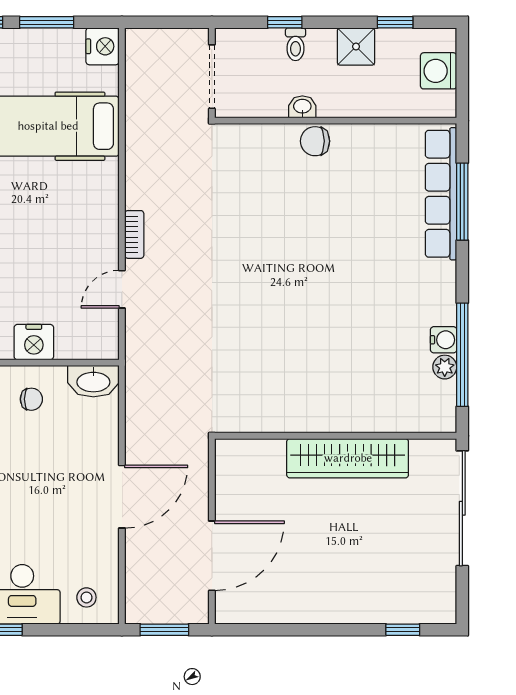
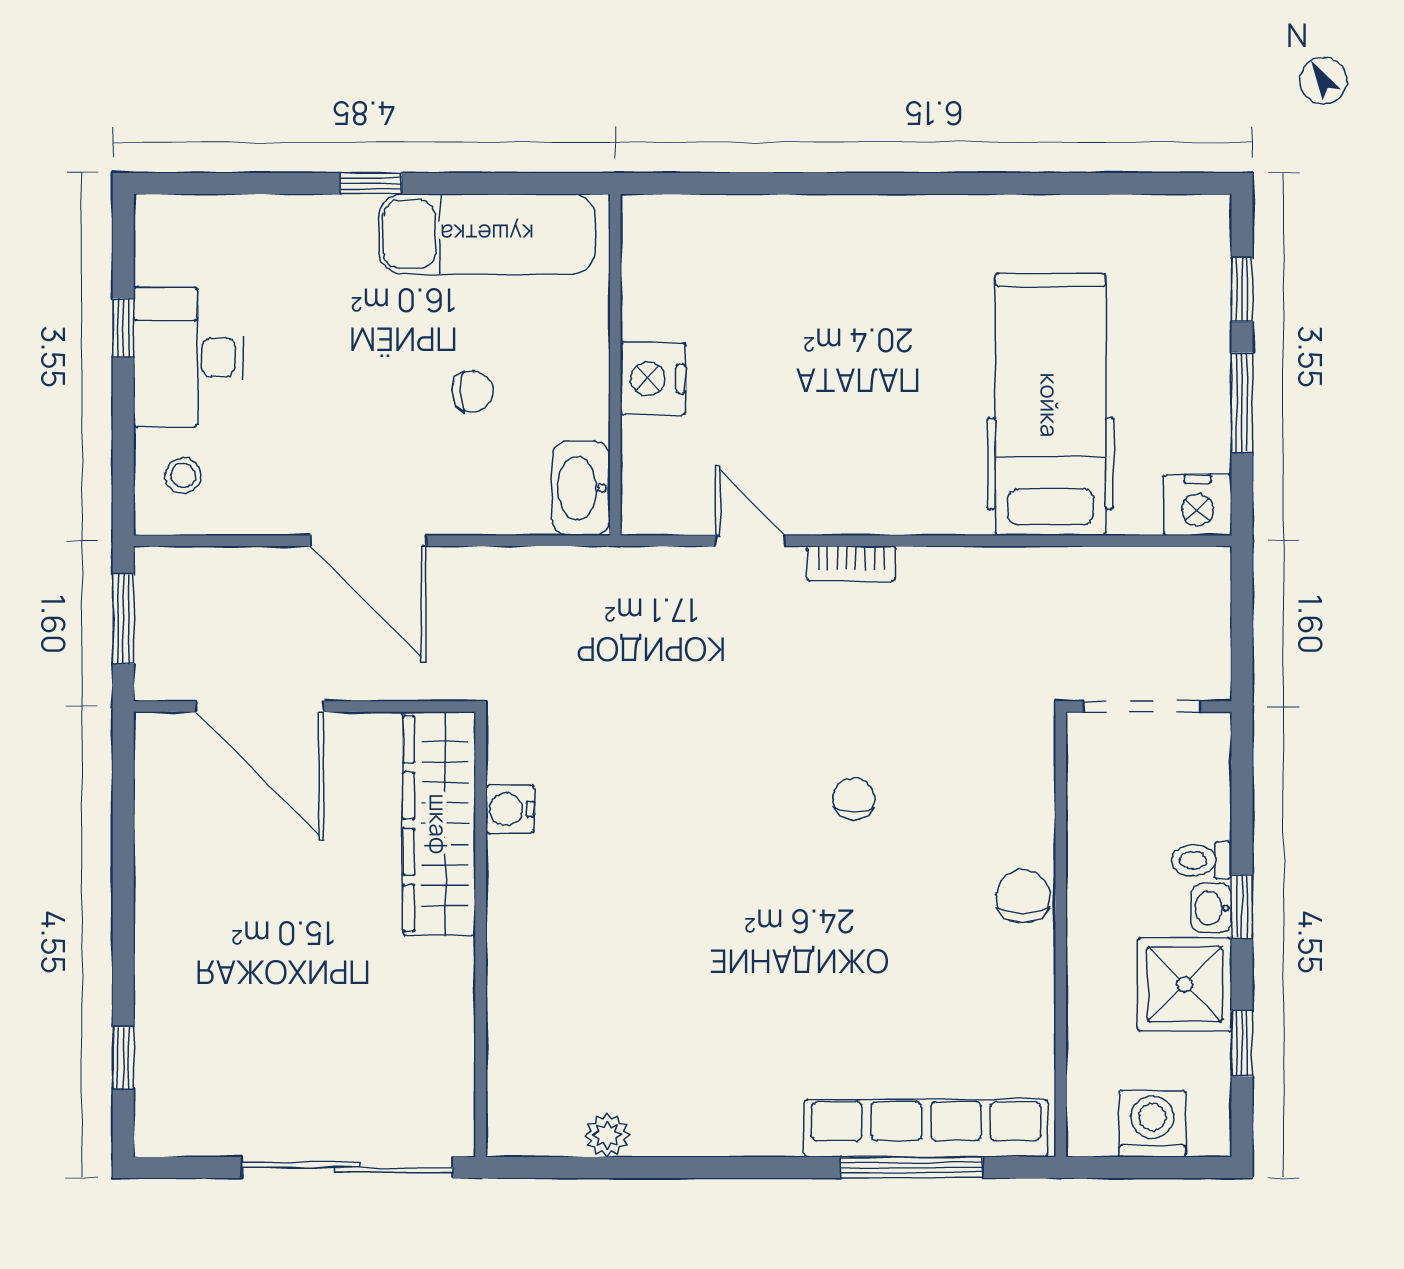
window: (285, 22) -> (1242, 906), moved
shower: (356, 47) -> (1185, 984), width x1.36, depth x1.36
washbasin: (302, 107) -> (1211, 908), moved, turned 180
chair: (262, 233) -> (854, 799), added
water cooler: (444, 340) -> (510, 809), moved, turned 90
window: (462, 355) -> (630, 1167), removed
chair: (31, 399) -> (473, 391), moved, turned -90
wardrobe: (348, 458) -> (439, 824), moved

